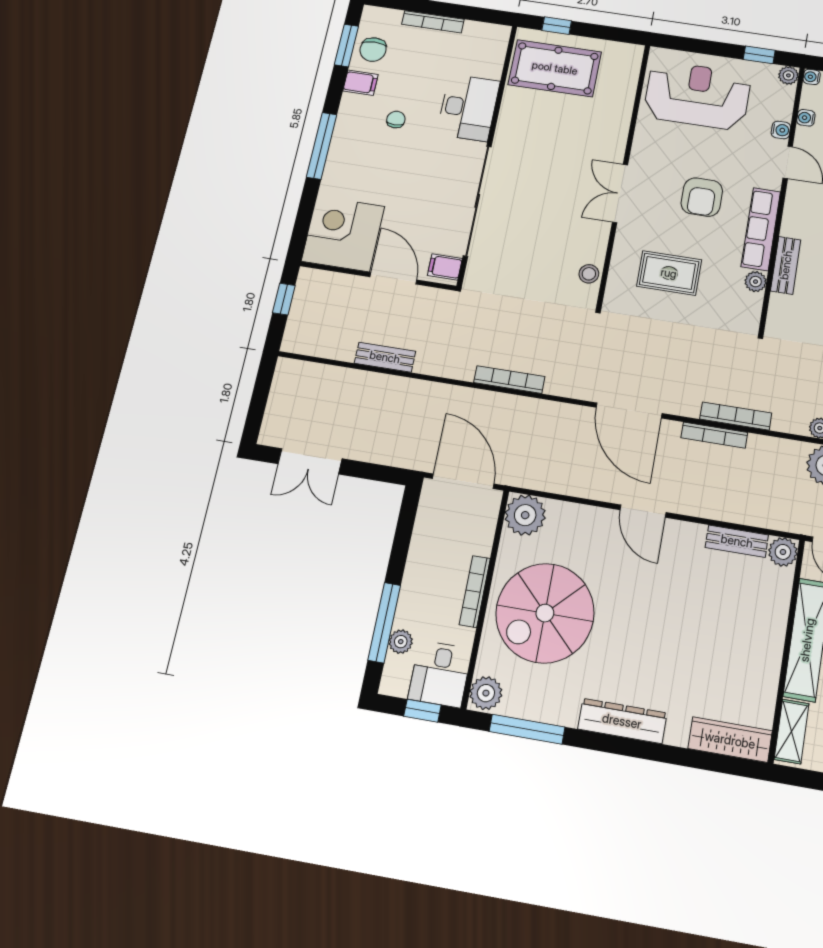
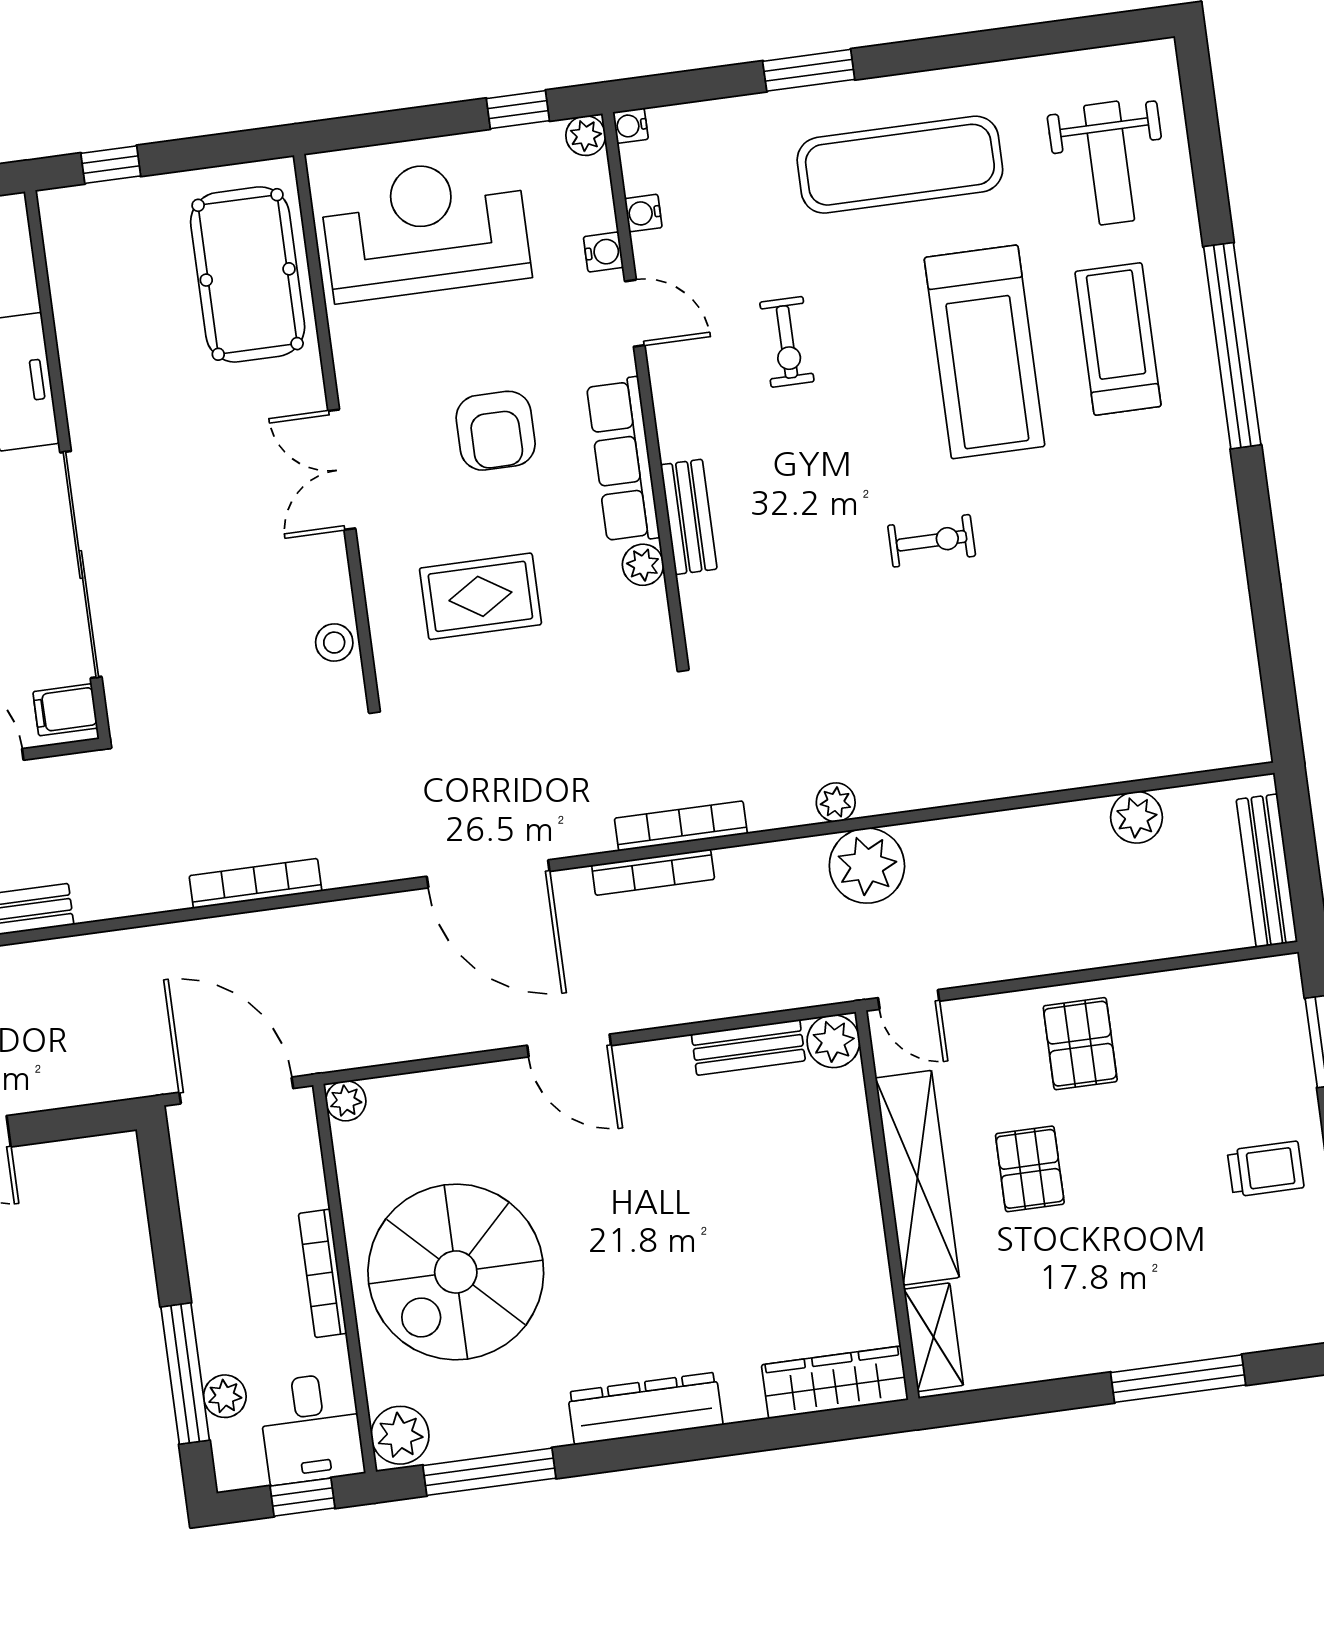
pool table: (555, 68) -> (248, 274), moved, turned 90
plant: (525, 515) -> (346, 1101), width x0.53, depth x0.53

